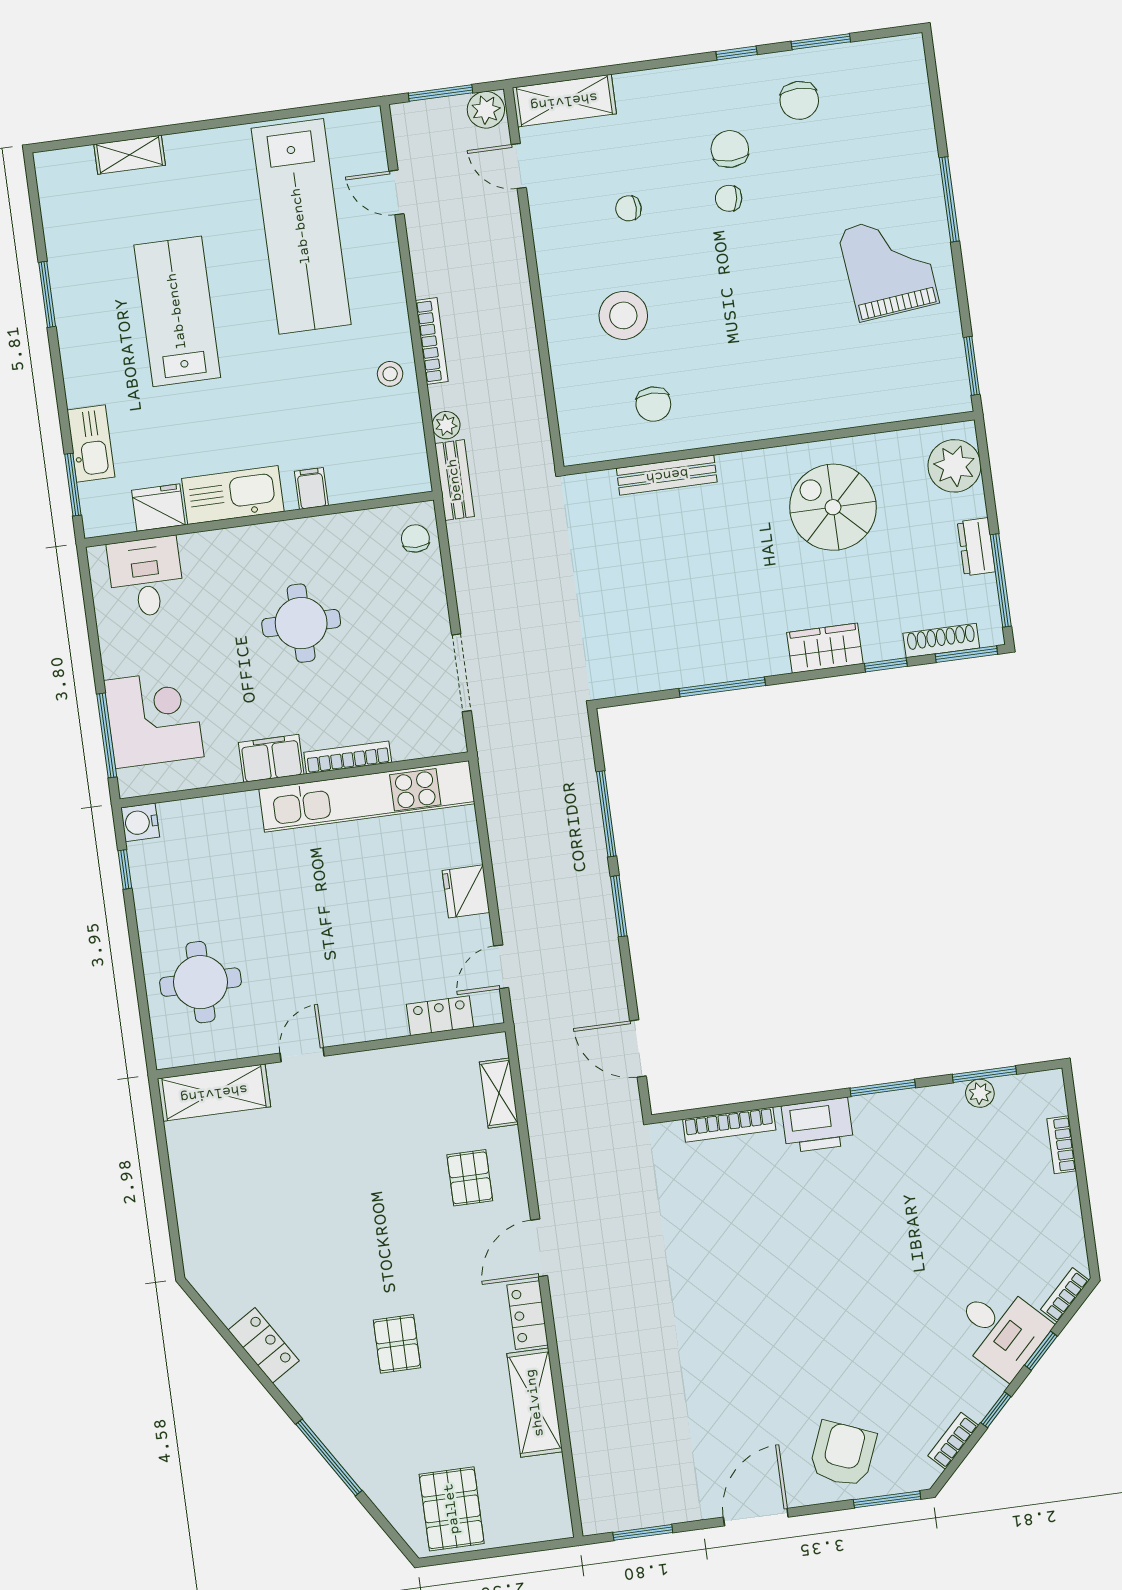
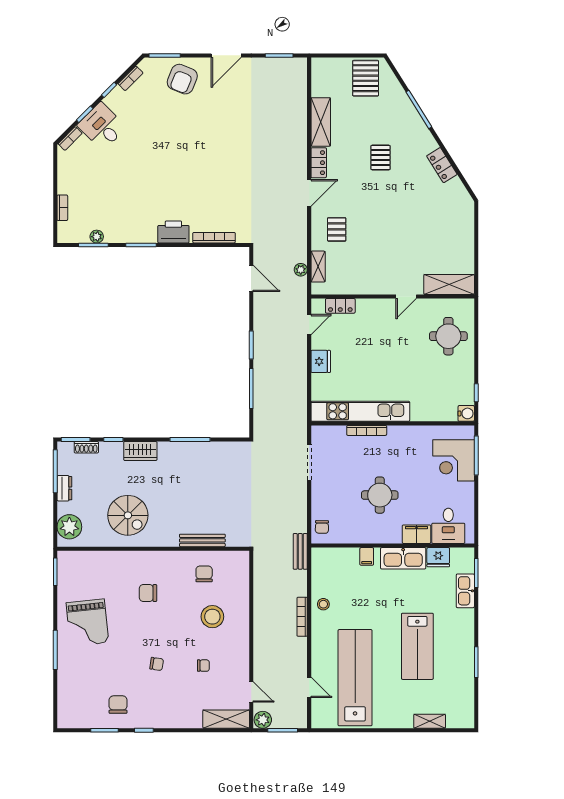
chair: (730, 149) -> (148, 593), moved, turned 90
plant: (446, 425) -> (301, 270), moved
shoe rack: (941, 641) -> (86, 447), width x0.70
filing cabinet: (271, 758) -> (416, 534), moved, turned 180

